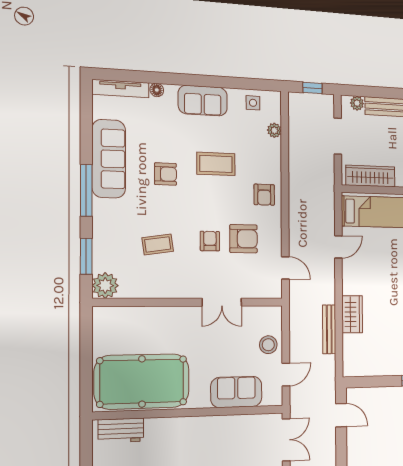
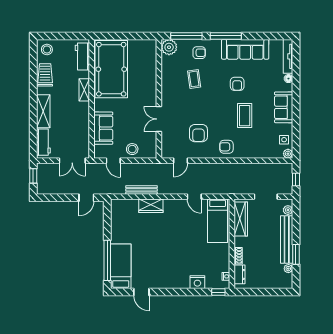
plant: (274, 130) -> (288, 154), moved
armchair: (210, 241) -> (199, 53), moved
window: (86, 256) -> (186, 36), width x1.44
shelving: (176, 425) -> (84, 90), added

